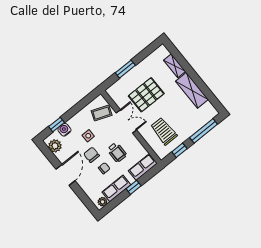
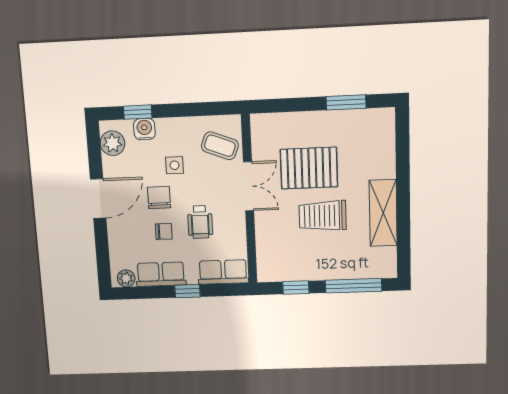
shelving: (175, 66) -> (386, 156), removed
window: (125, 69) -> (346, 102), moved
trolley: (164, 131) -> (323, 216), moved, turned -90

